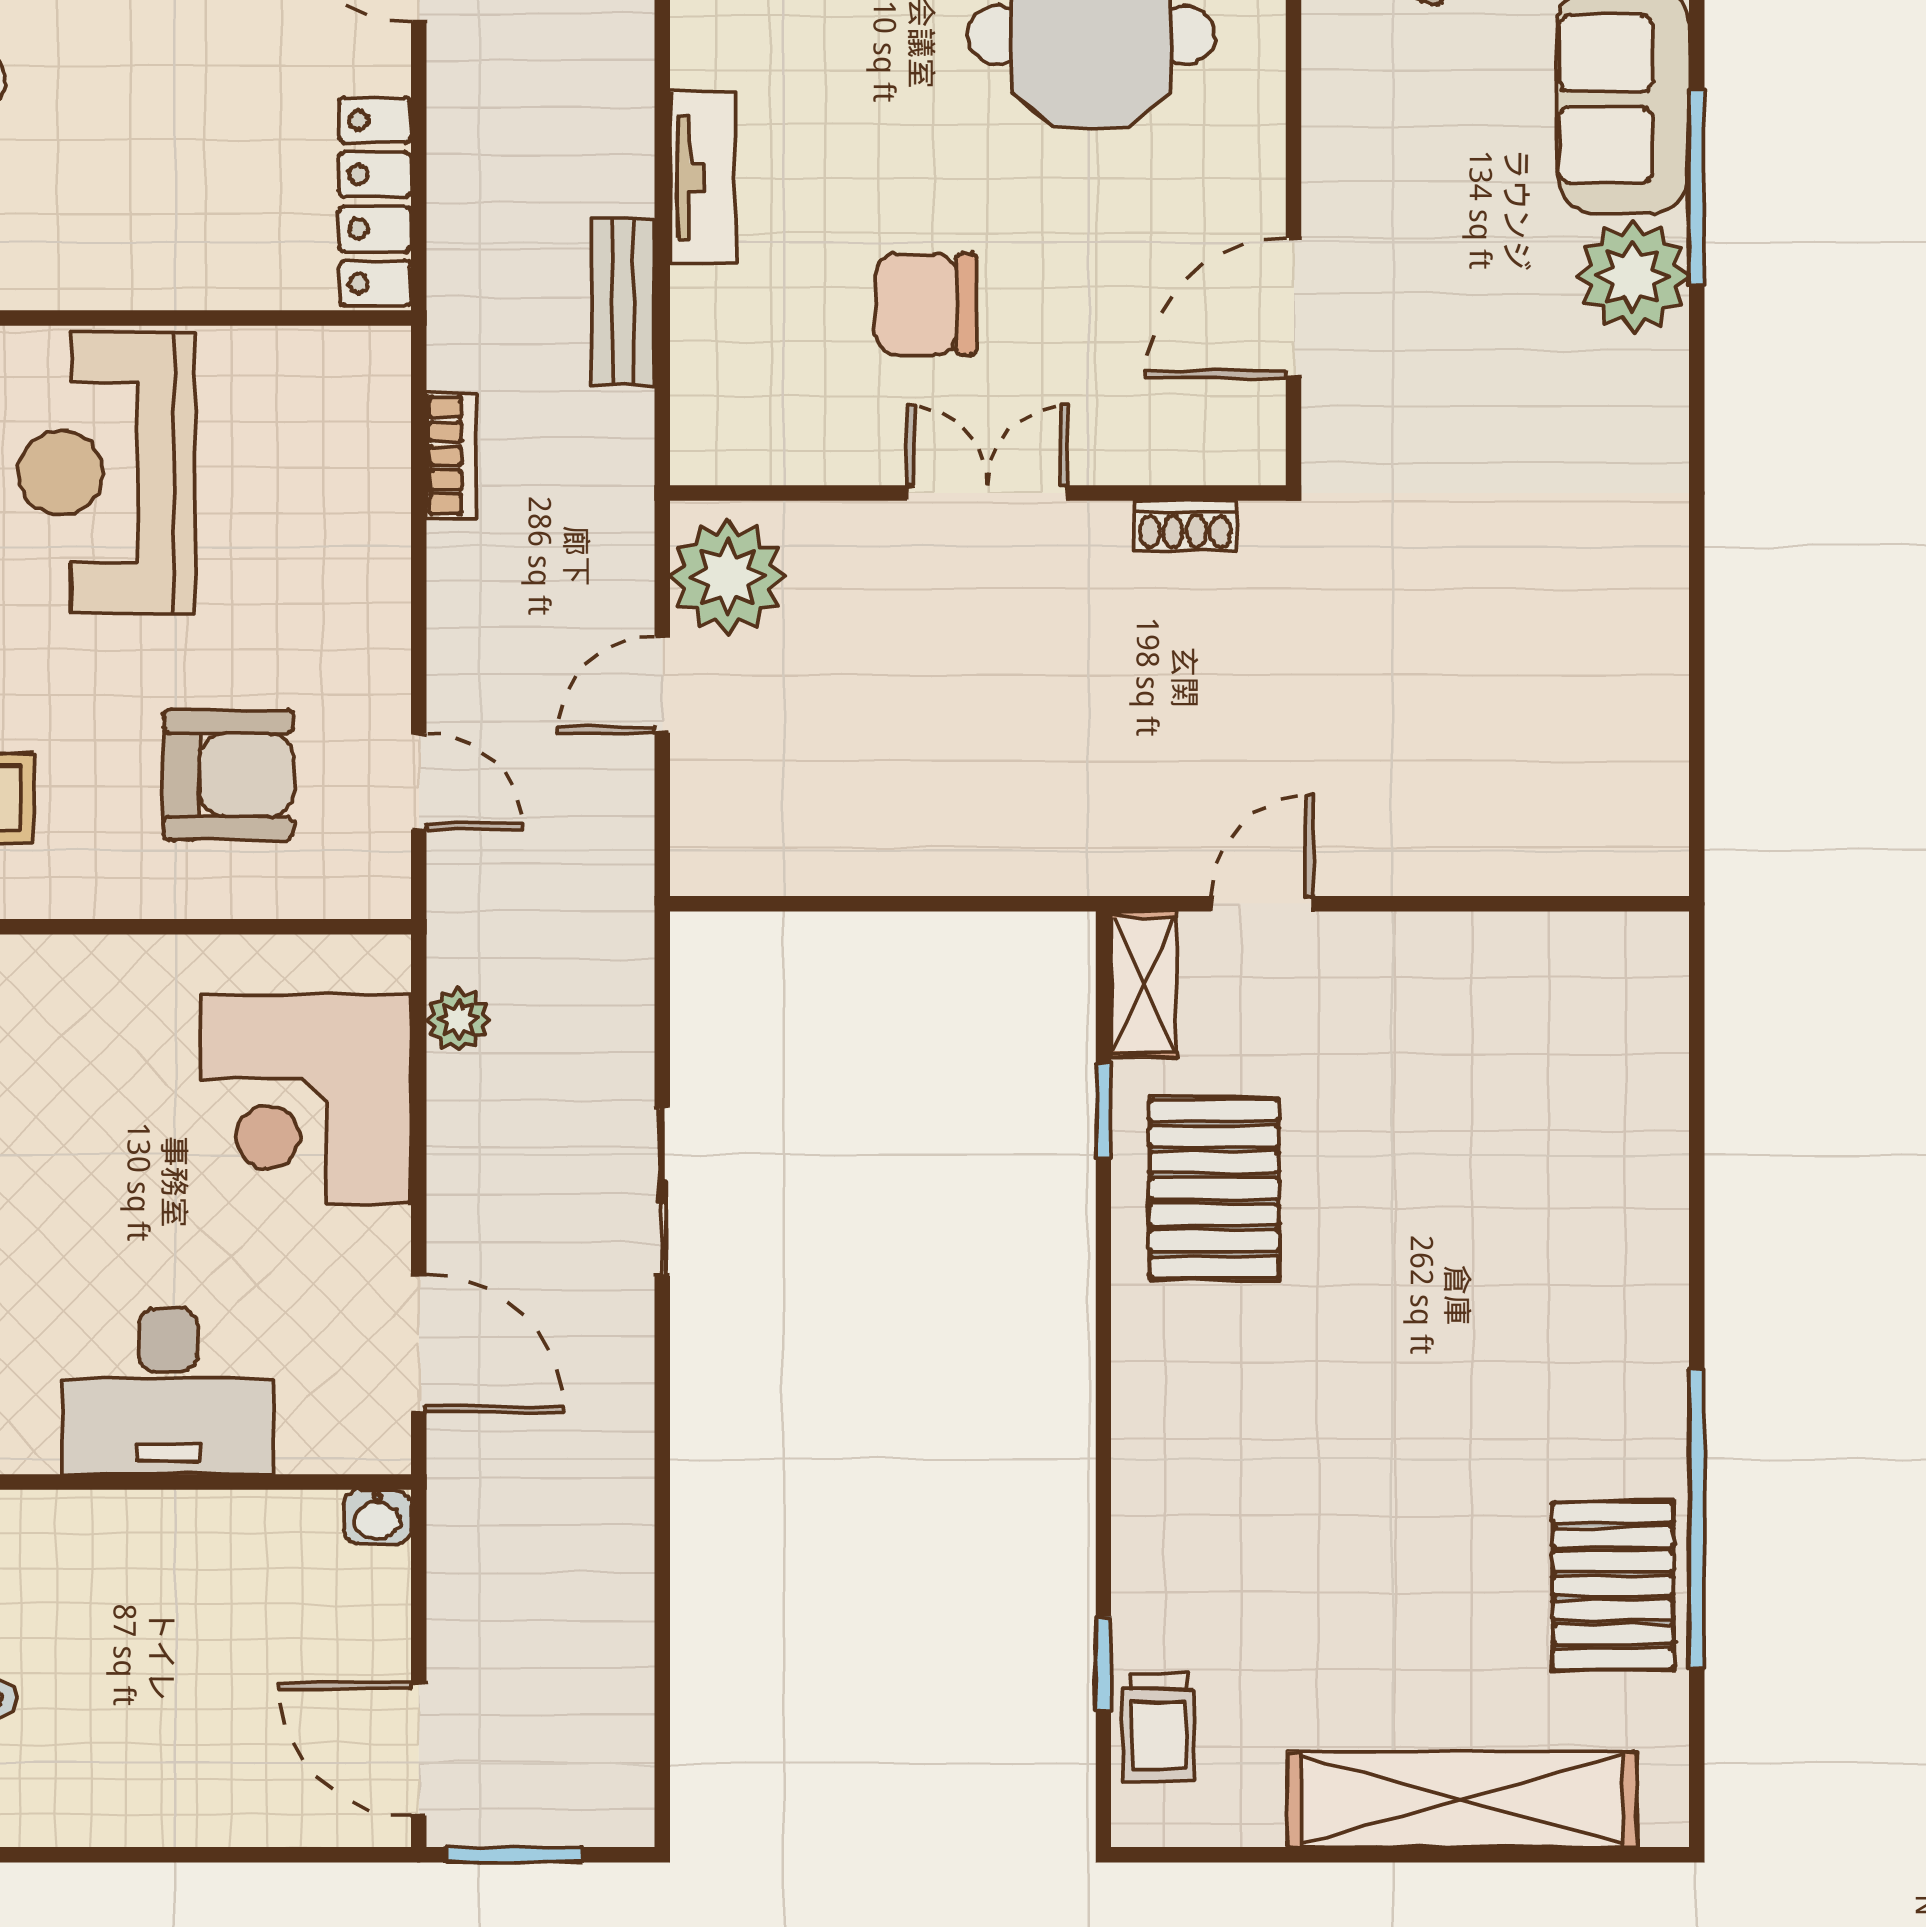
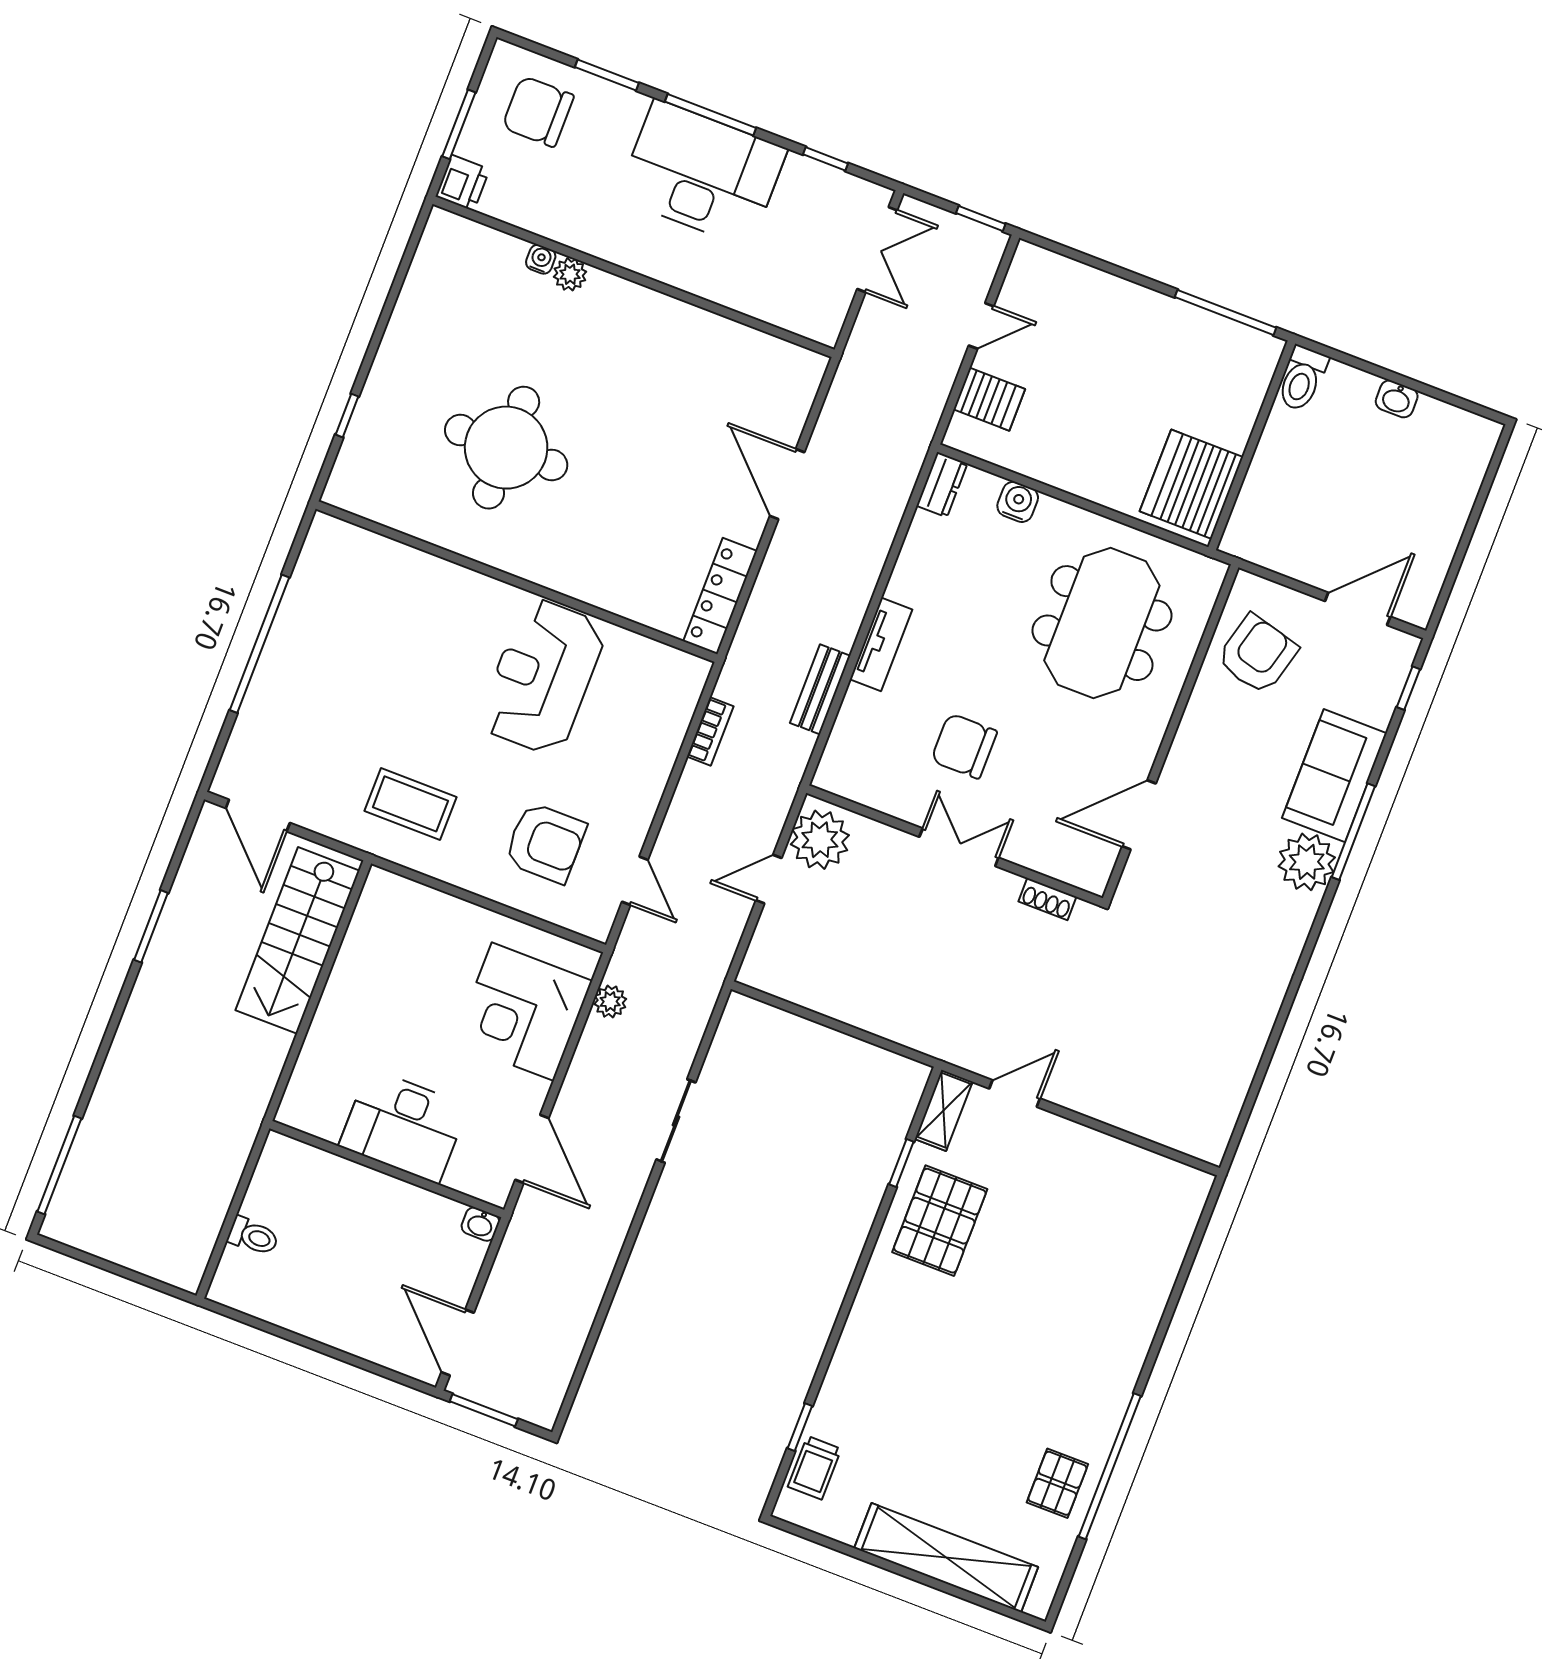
pallet: (1613, 1586) -> (1057, 1483), width x0.67, depth x0.71

